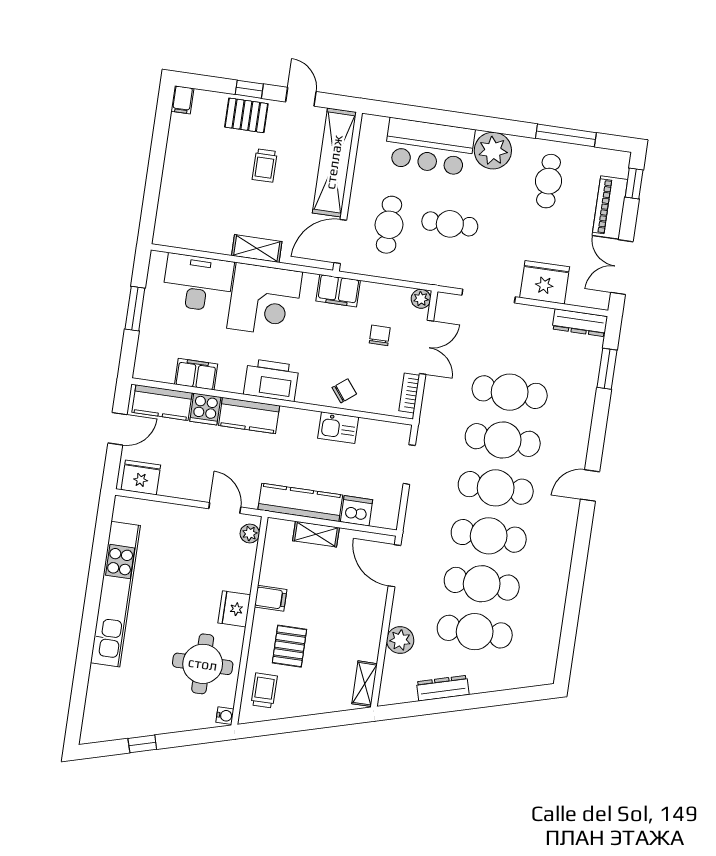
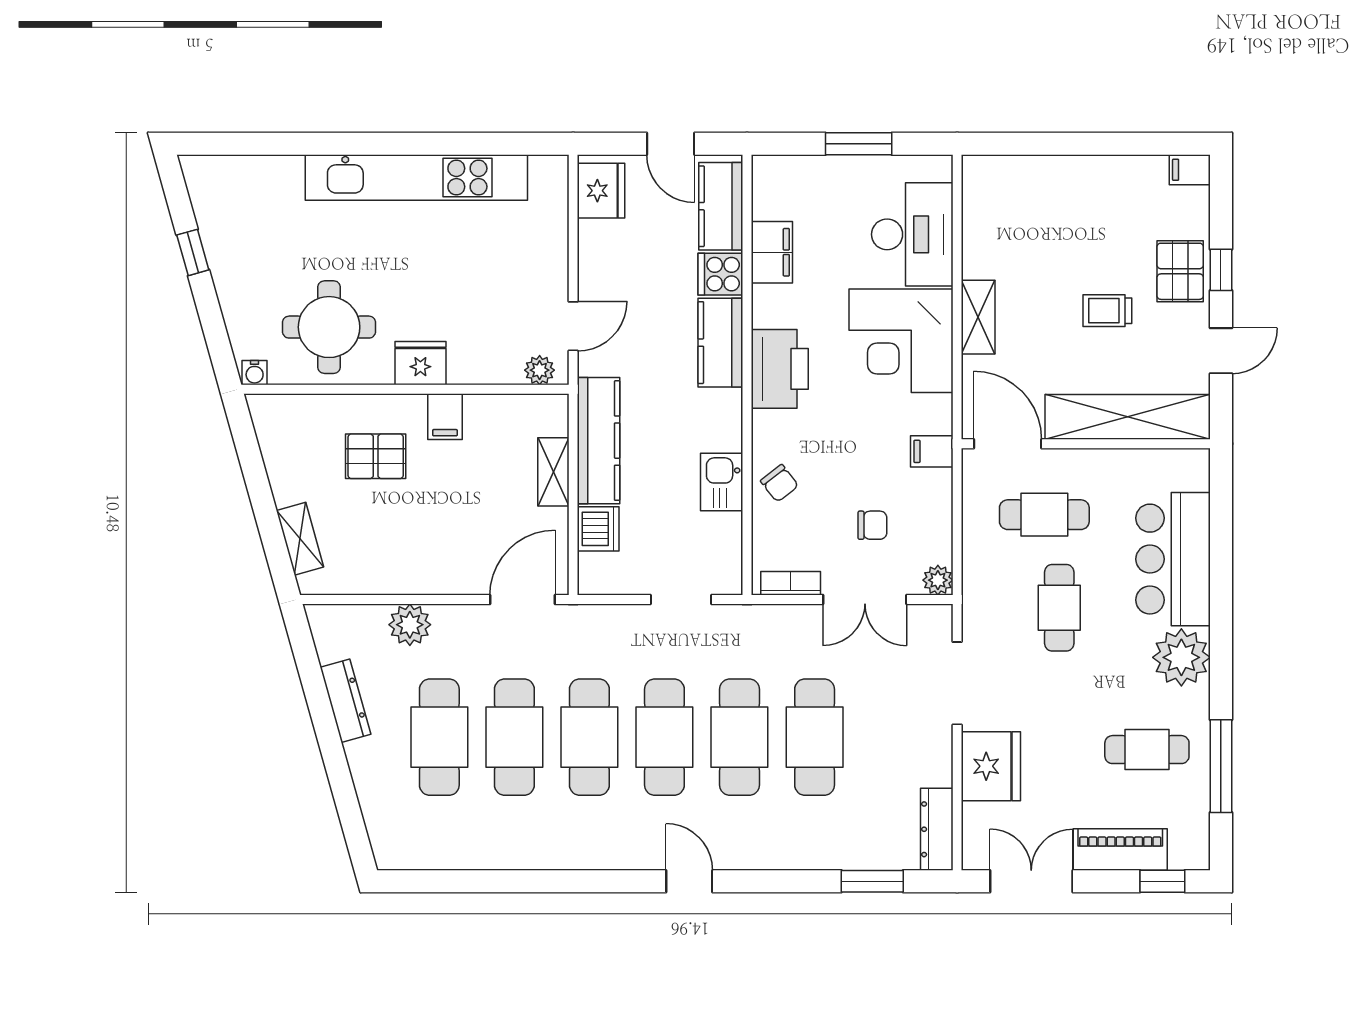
filing cabinet: (338, 291) -> (932, 451), width x0.50
shelving: (365, 684) -> (300, 539), moved, turned 74
trolley: (264, 690) -> (302, 427), removed

